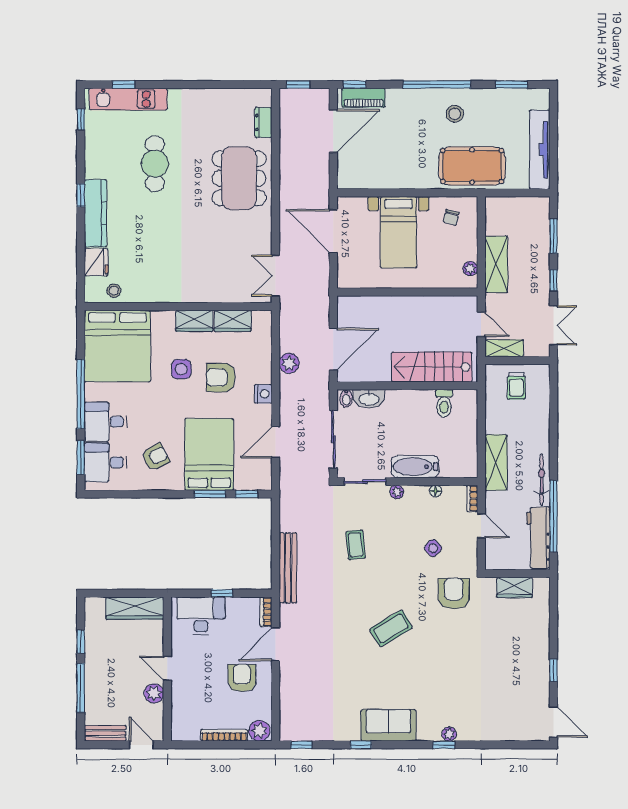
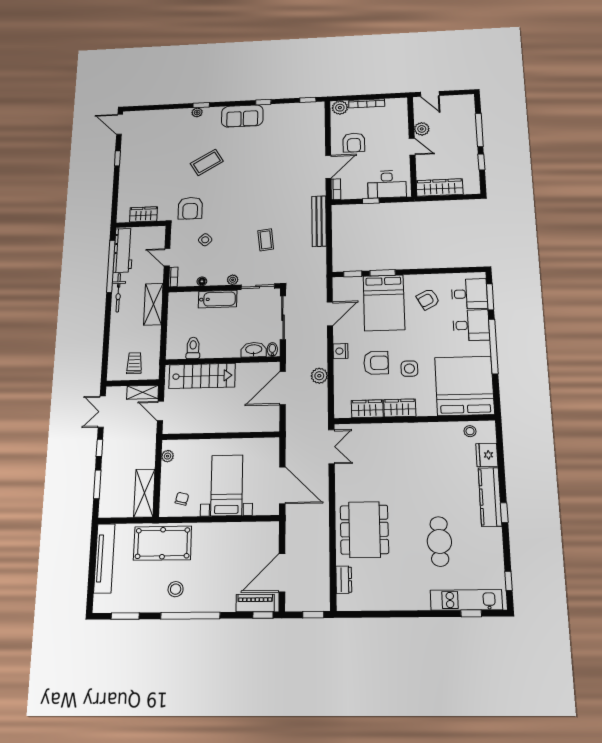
shelving: (496, 264) -> (144, 493), moved
coffee table: (391, 628) -> (207, 162), moved
bench: (105, 733) -> (458, 100), removed

